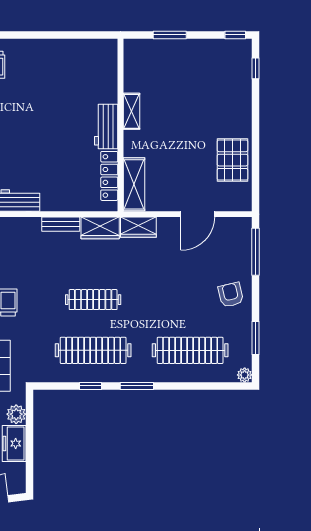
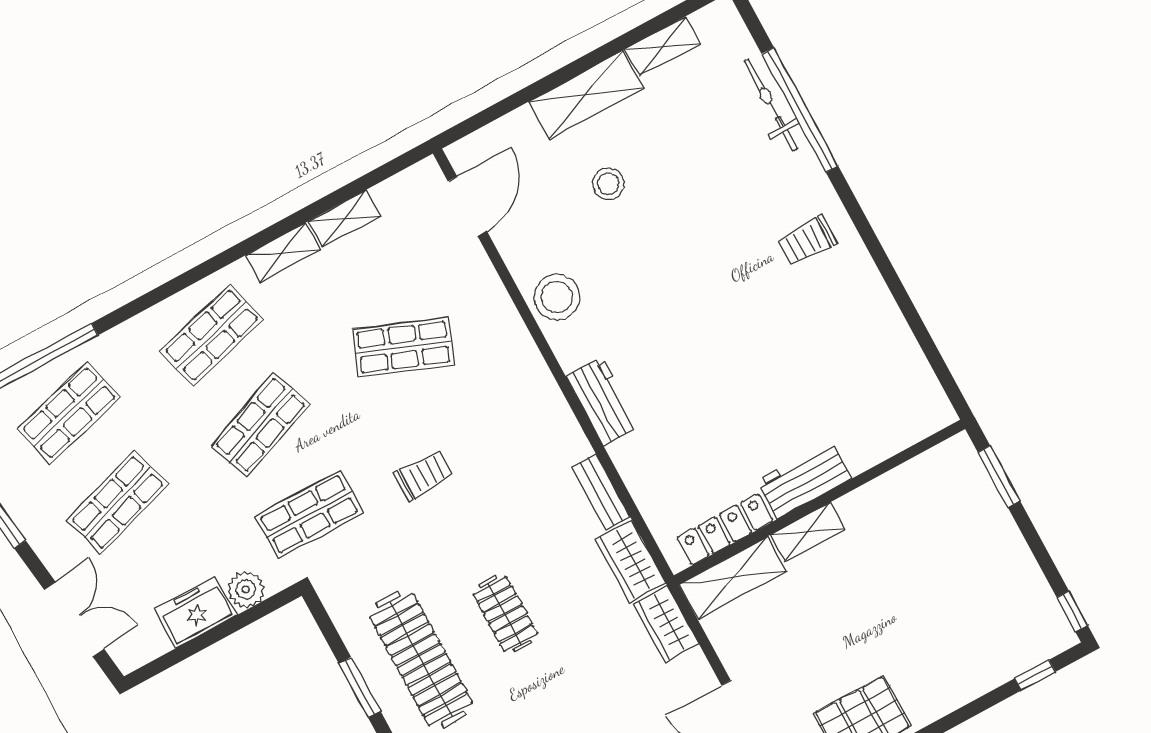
window: (170, 35) -> (999, 476), moved
shelving: (131, 111) -> (808, 532), moved
clothes rail: (93, 300) -> (505, 614), width x0.73
window: (90, 386) -> (360, 687), width x1.50

